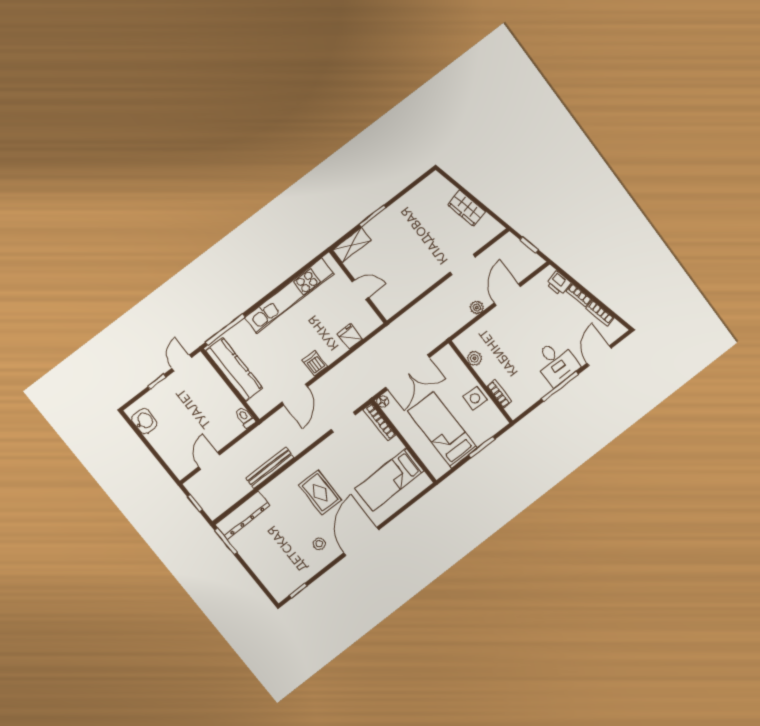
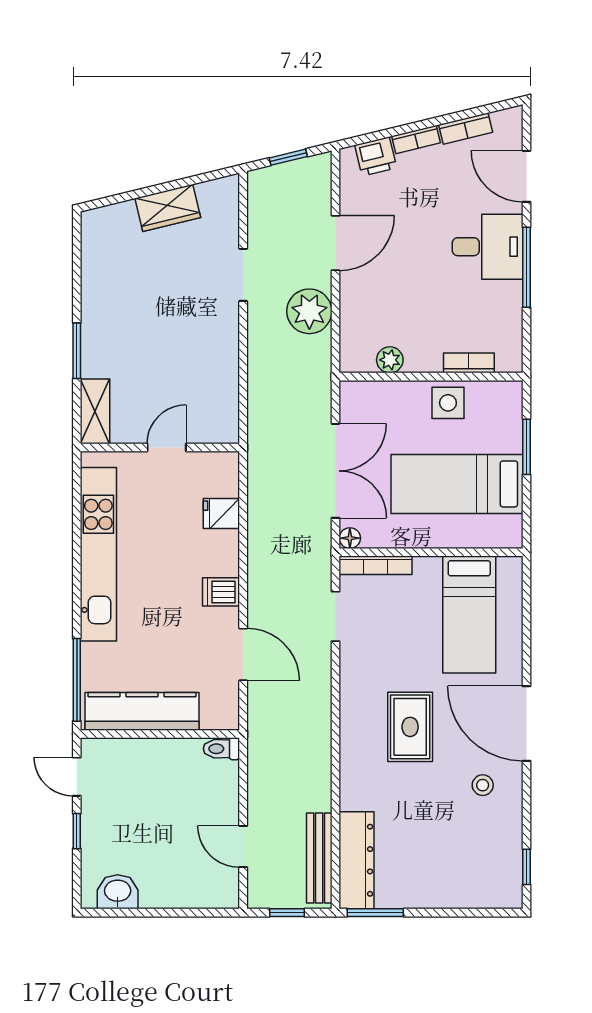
door: (507, 295) -> (335, 243), swing flipped
plant: (477, 307) -> (309, 311), width x1.88, depth x1.88
bench: (270, 468) -> (319, 858), moved
rug: (320, 492) -> (410, 727), turned 90

